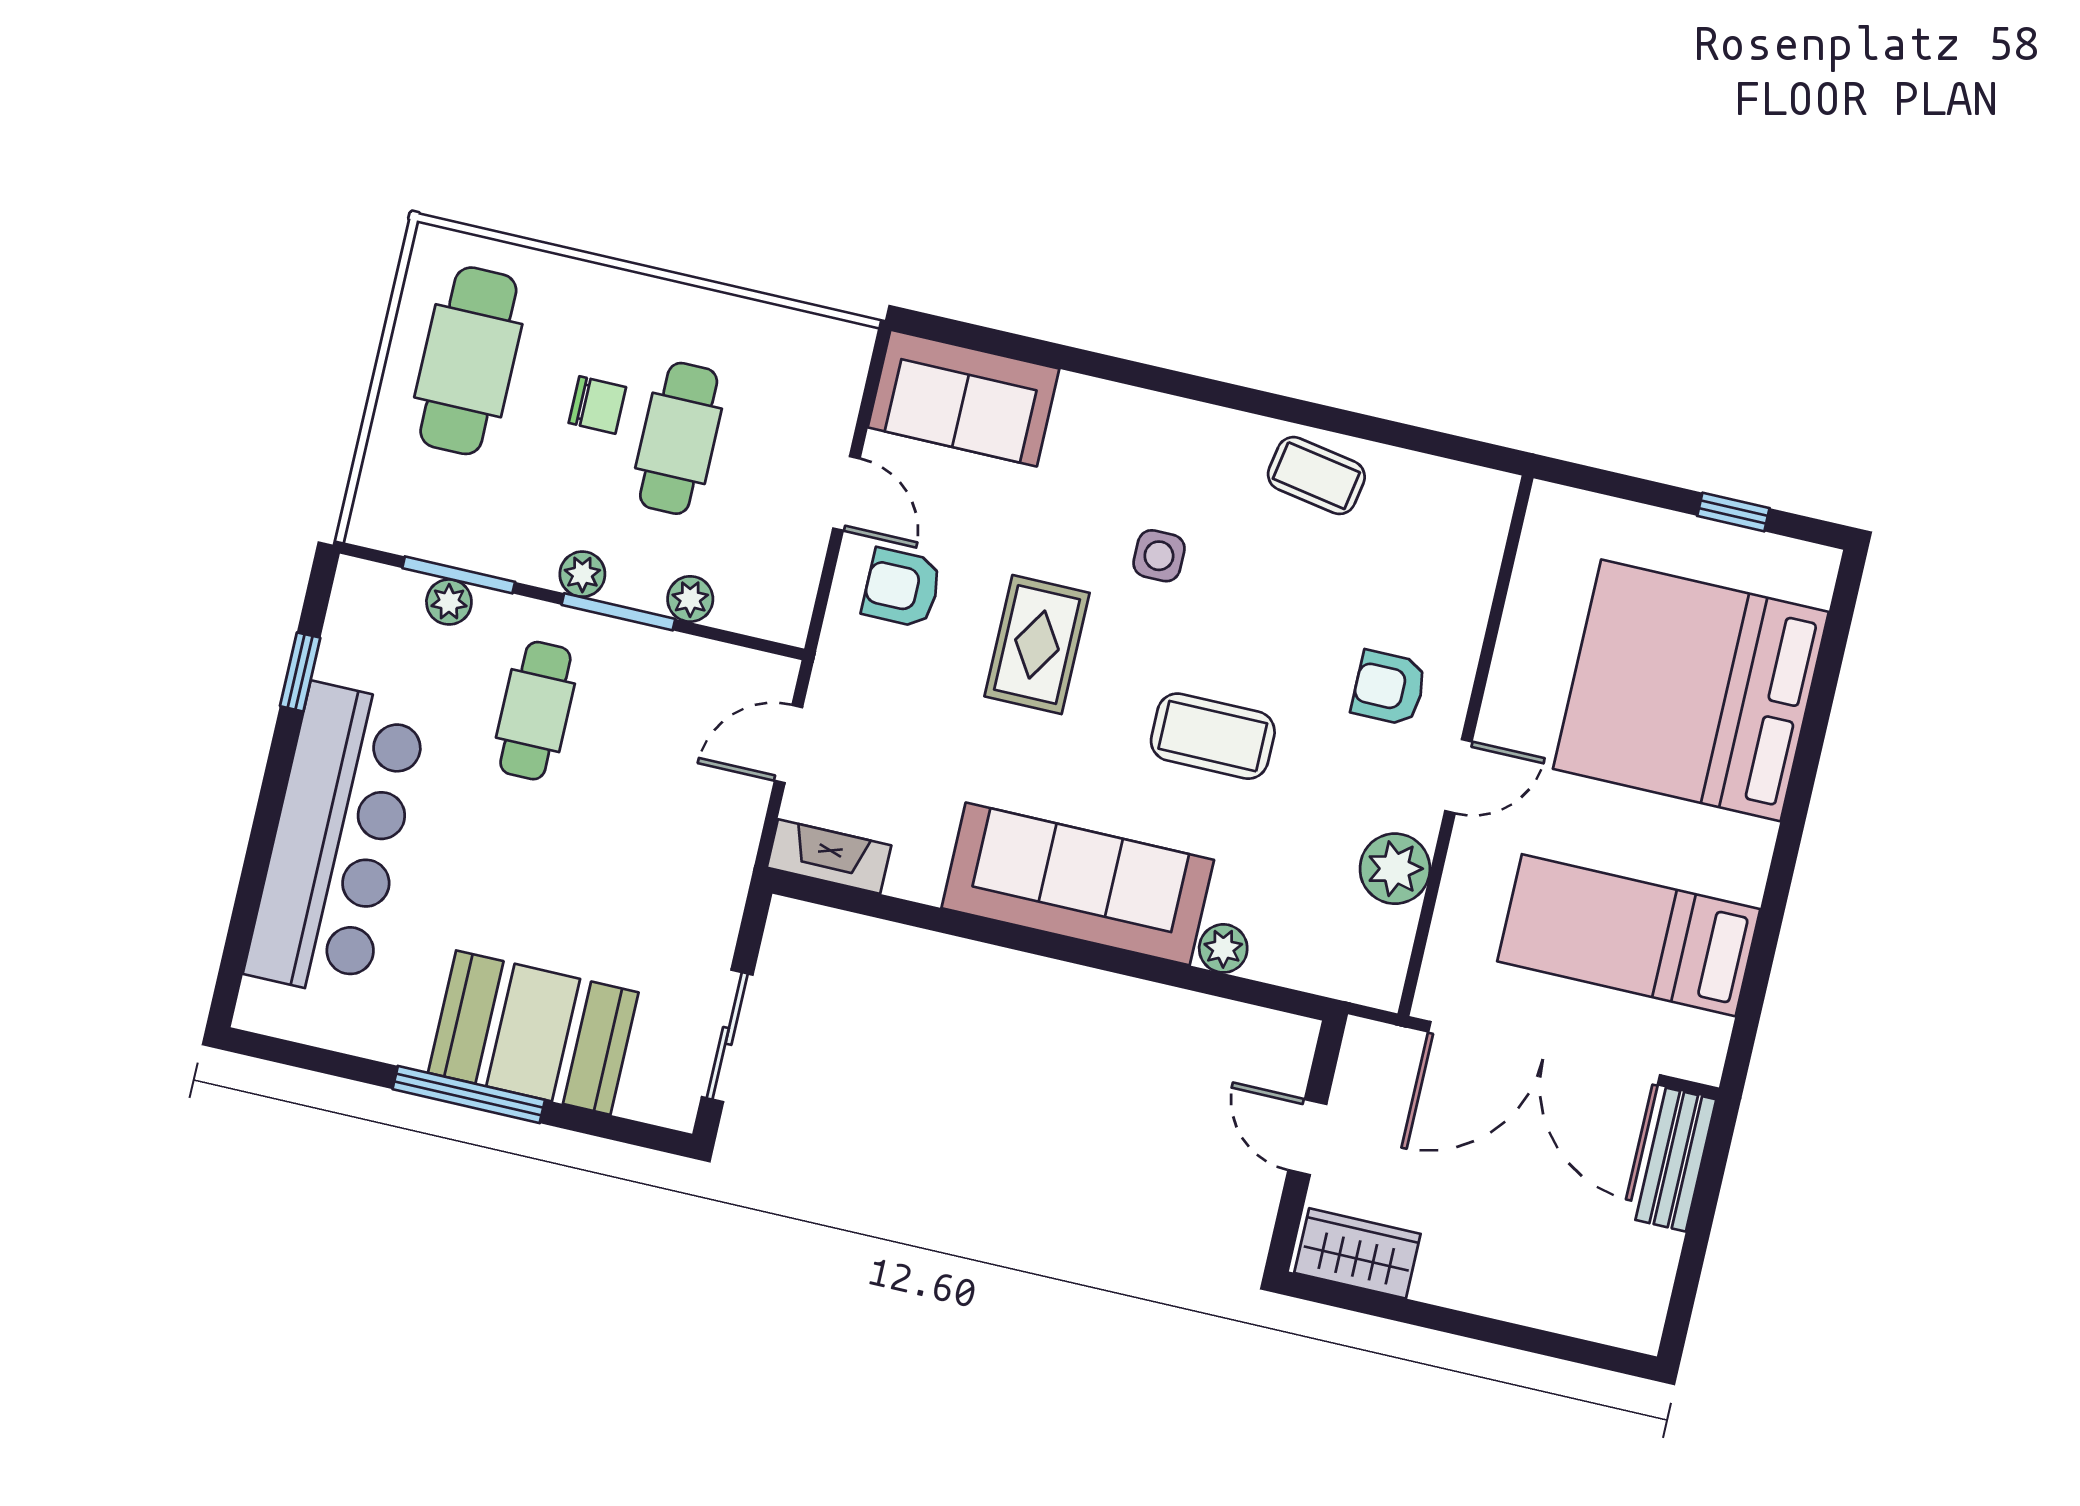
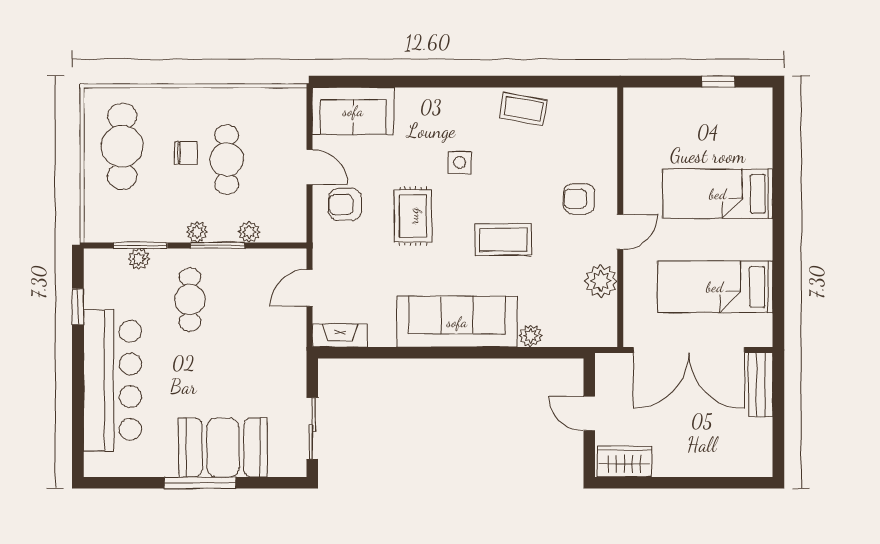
bed: (1691, 690) -> (718, 194), width x0.49

